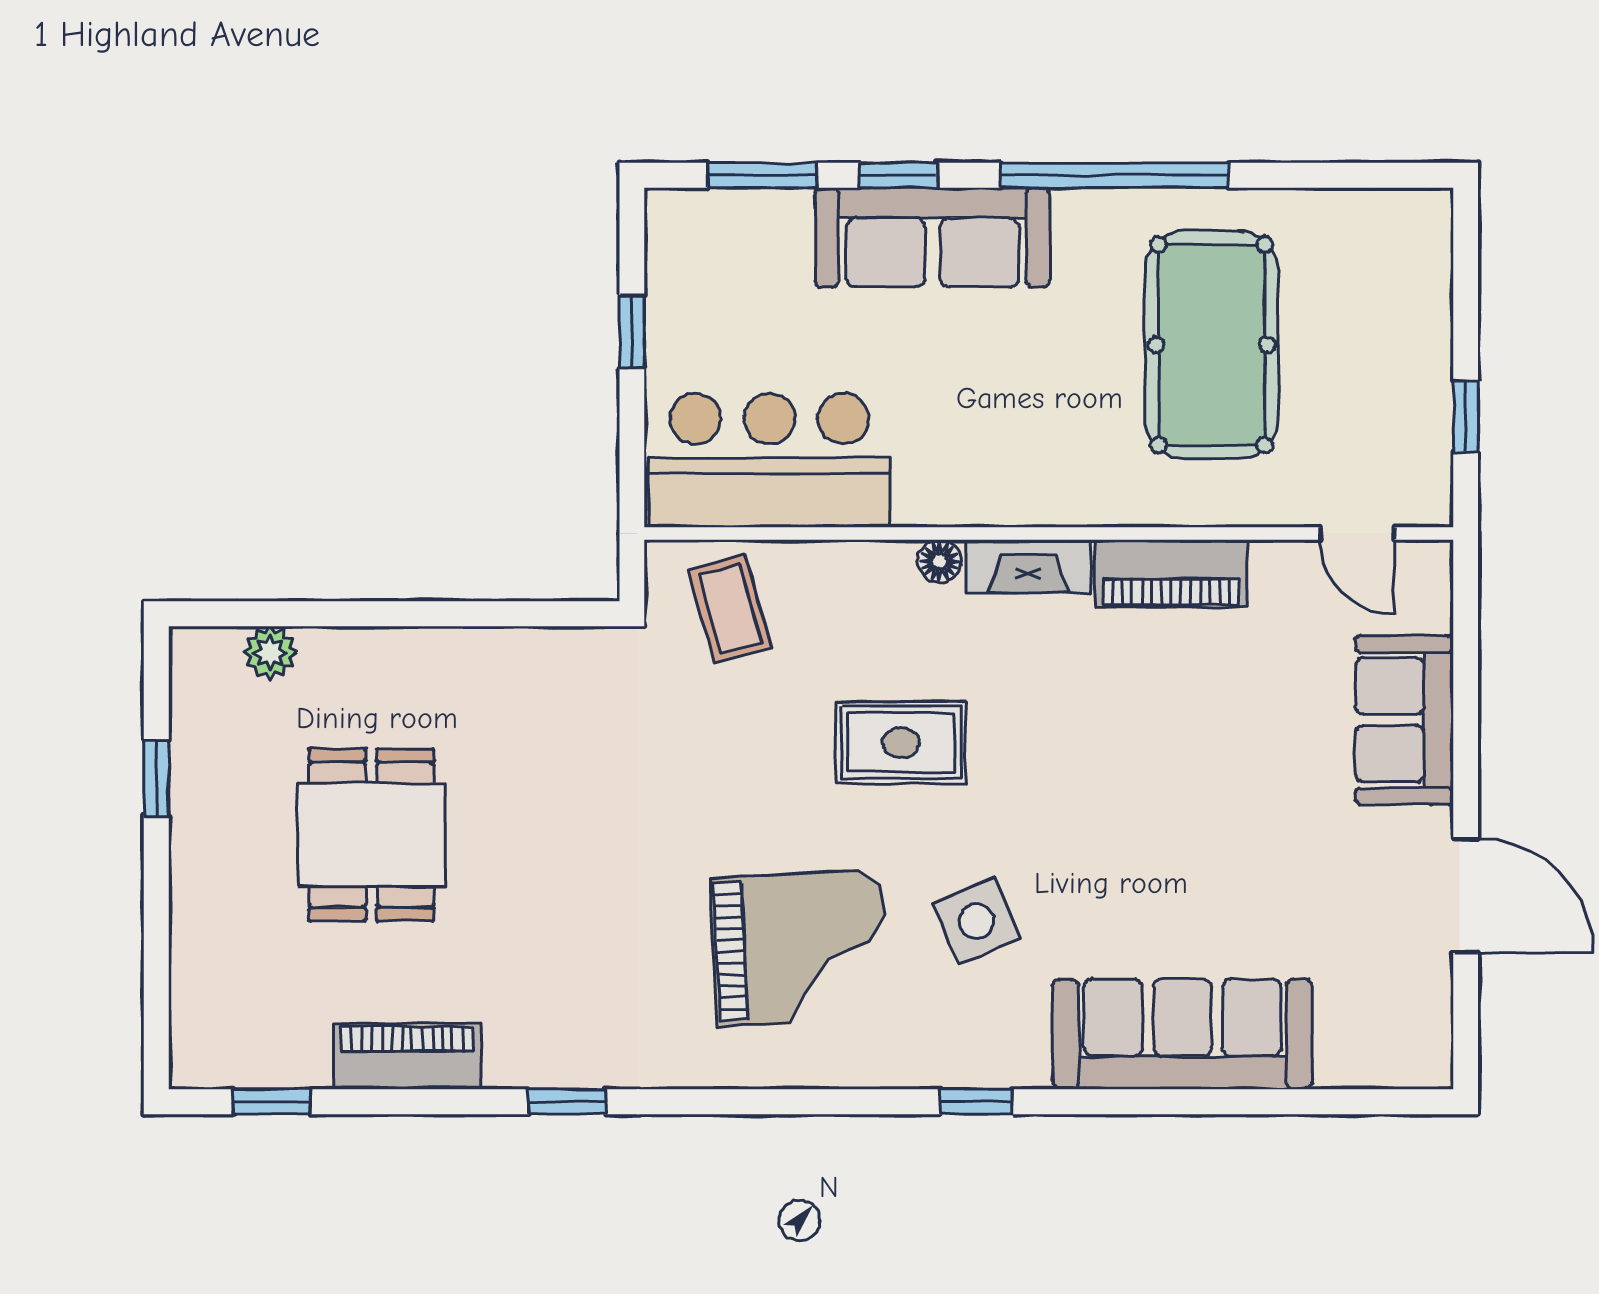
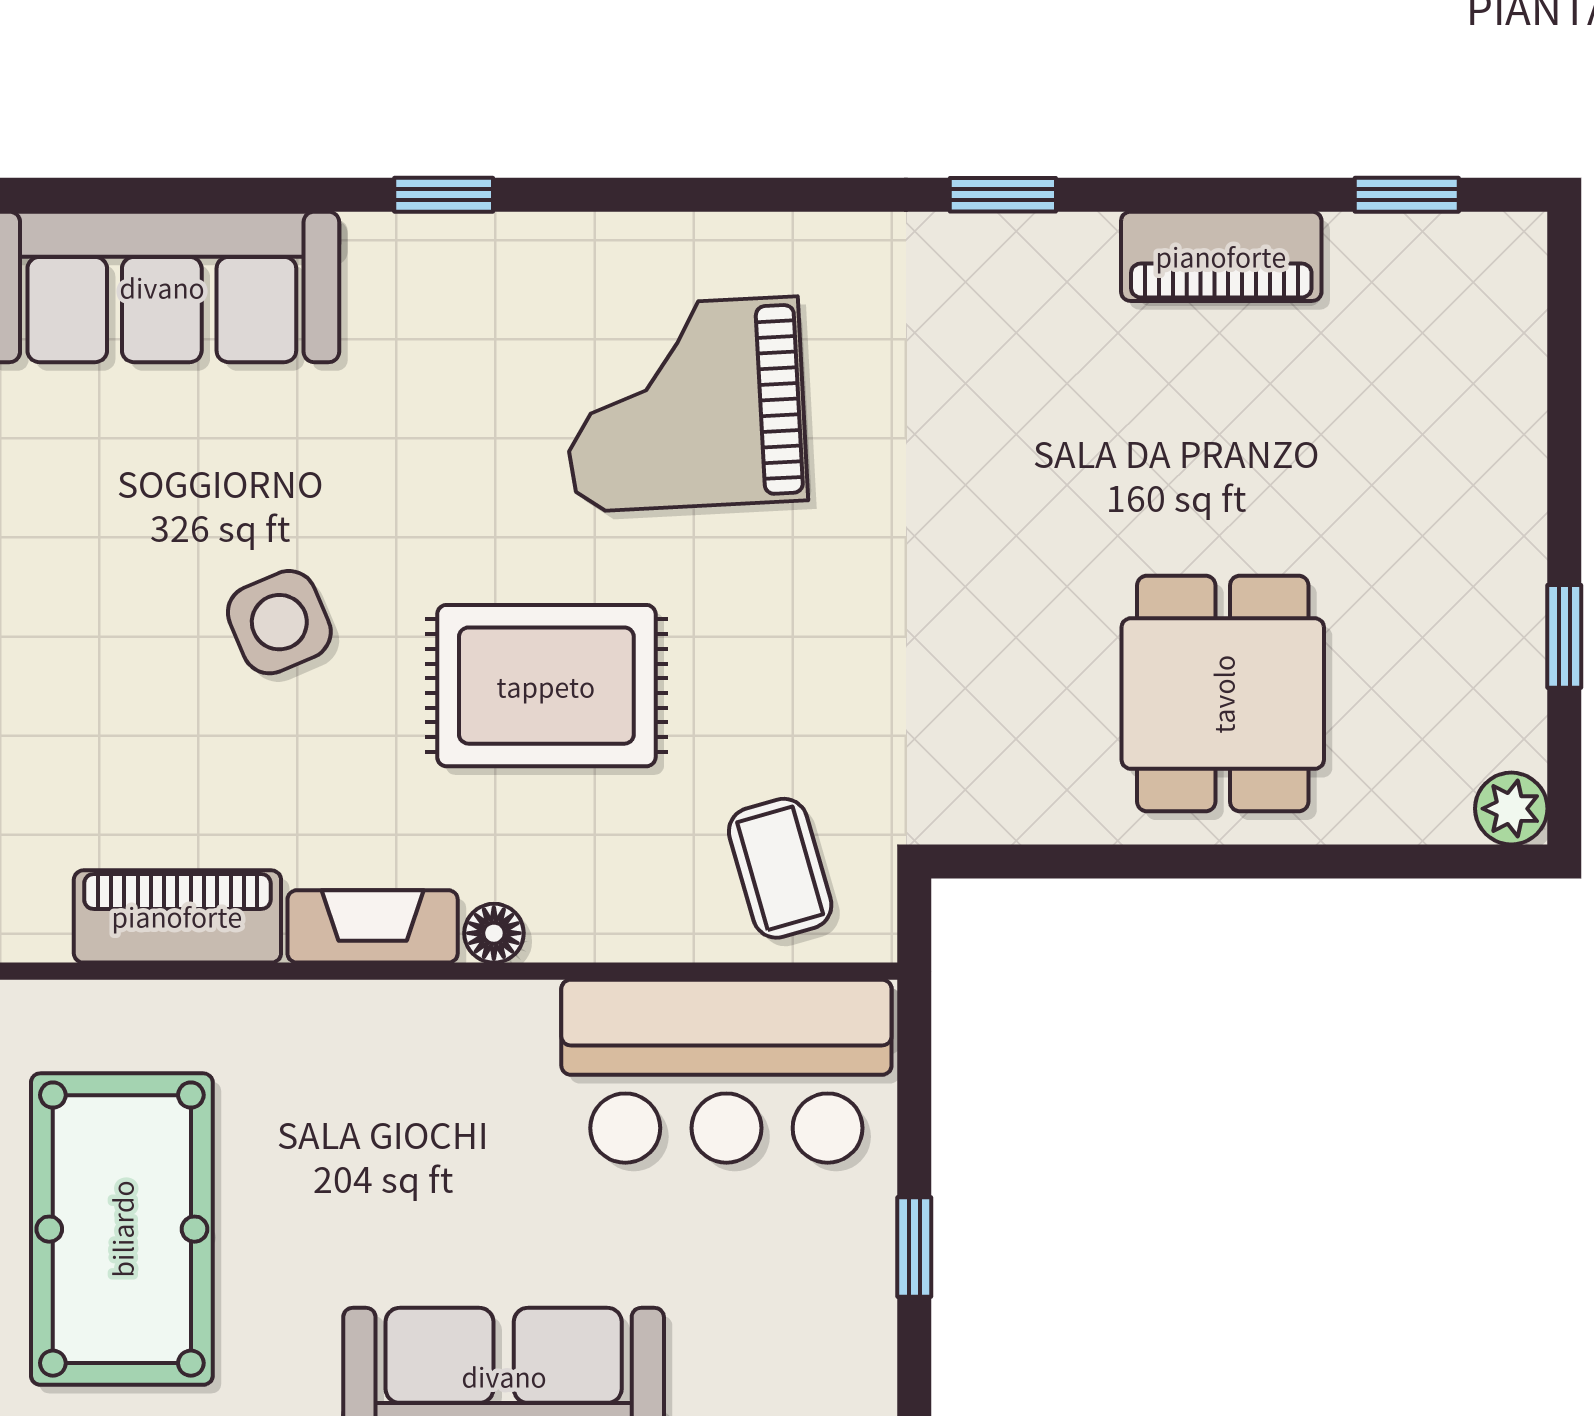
plant: (270, 652) -> (1511, 809), moved
rug: (901, 742) -> (546, 686), width x1.36, depth x1.43
dining table: (371, 835) -> (1223, 694), moved
side table: (976, 921) -> (279, 622), moved

